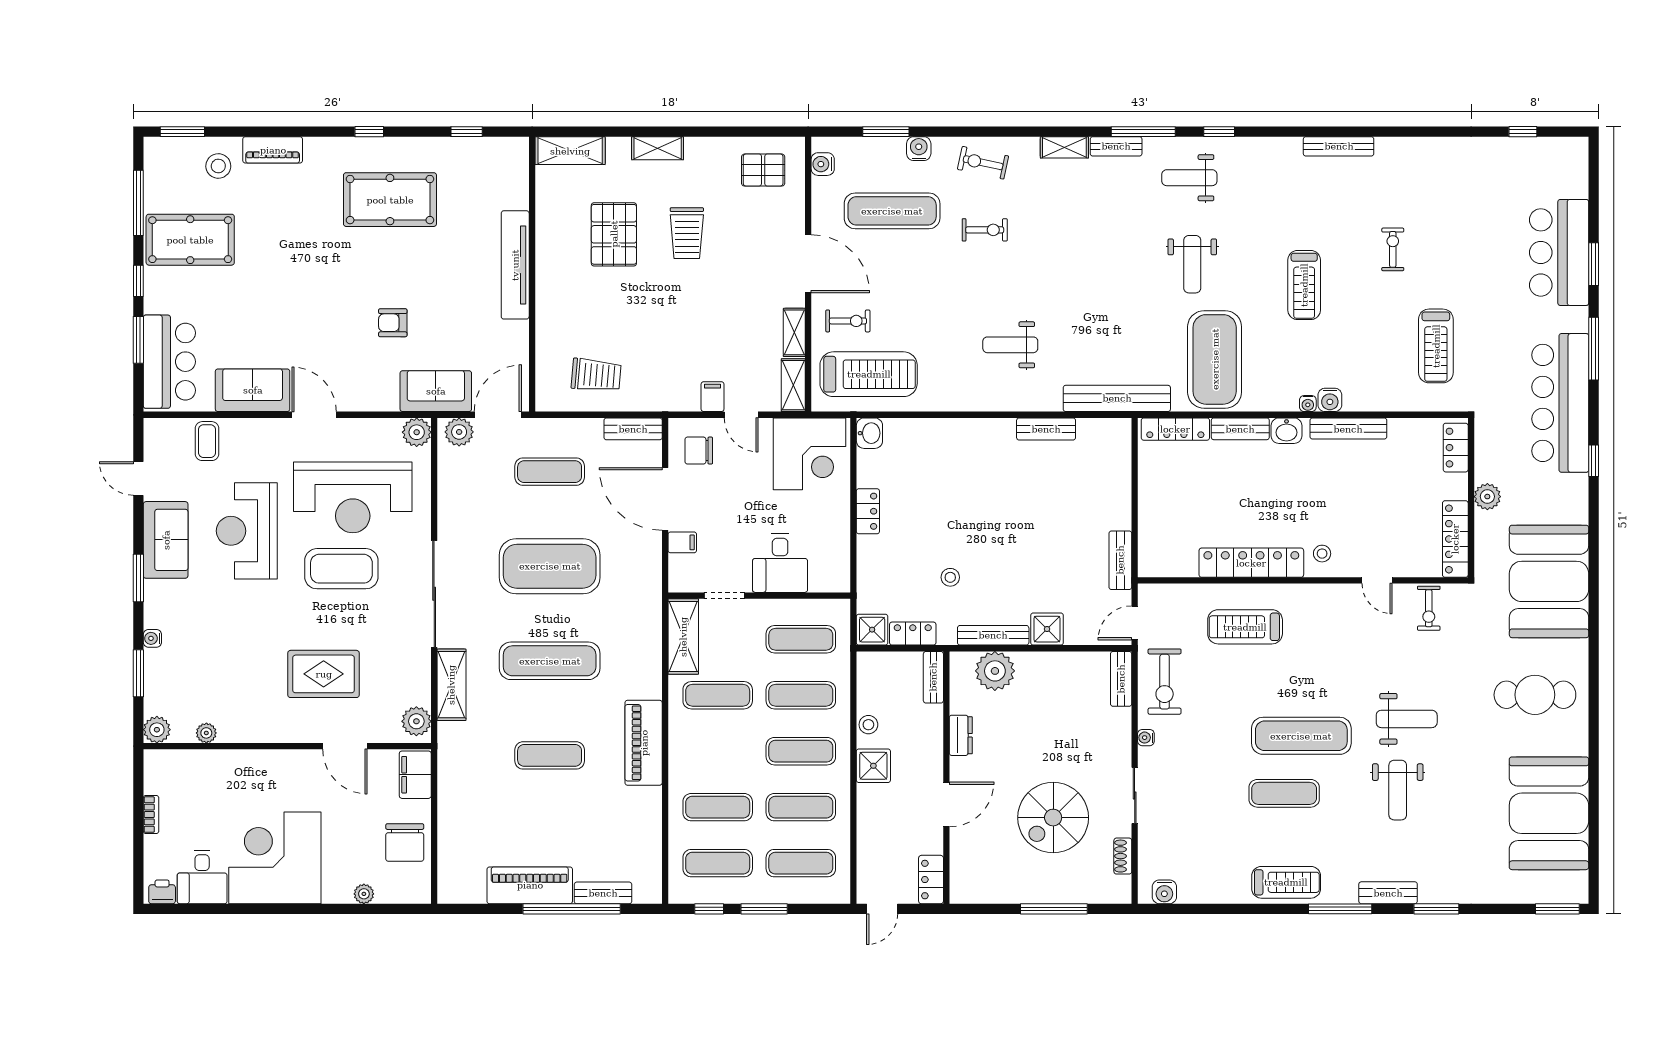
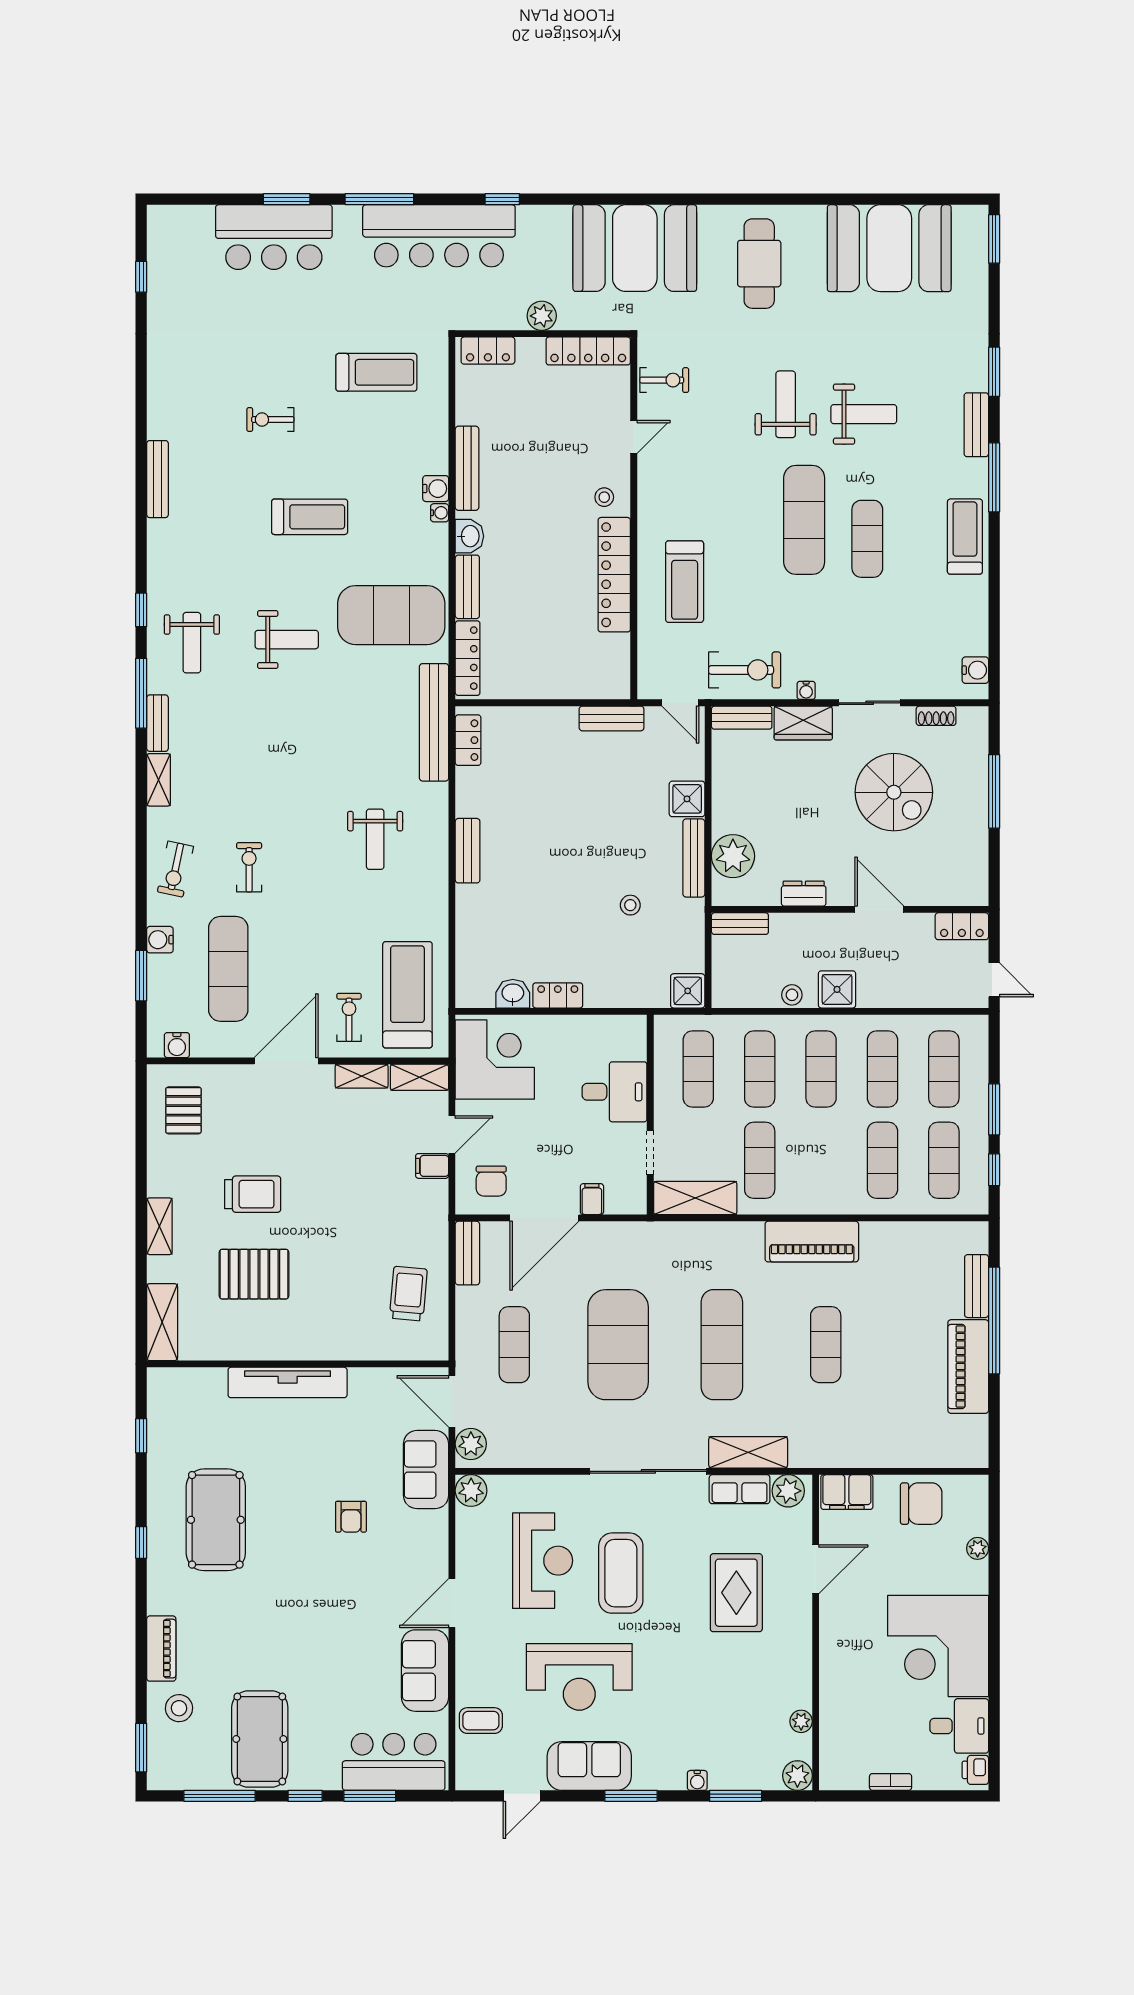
bench: (1046, 429) -> (468, 851), moved
washbasin: (869, 433) -> (513, 994), moved
reception desk: (353, 497) -> (543, 1561), width x0.74, depth x0.77
locker: (913, 634) -> (468, 740), moved, turned 180
row of seats: (418, 677) -> (740, 1489), added
wardrobe: (1116, 735) -> (803, 723), added

